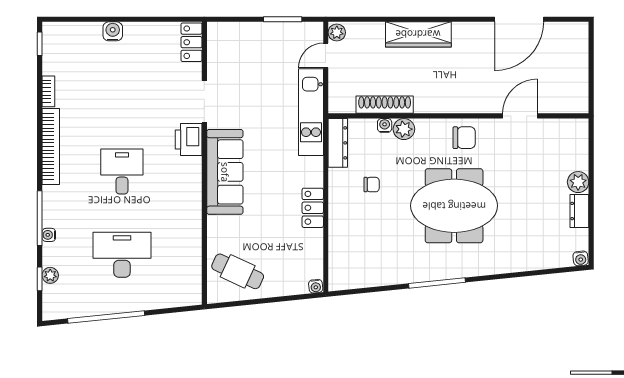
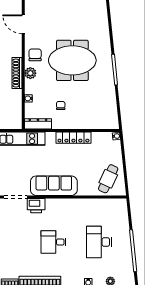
shoe rack: (385, 105) -> (17, 73), moved
plant: (404, 129) -> (30, 73), moved
meeting table: (454, 206) -> (72, 60), turned 90
locker: (313, 208) -> (73, 138), width x1.53

